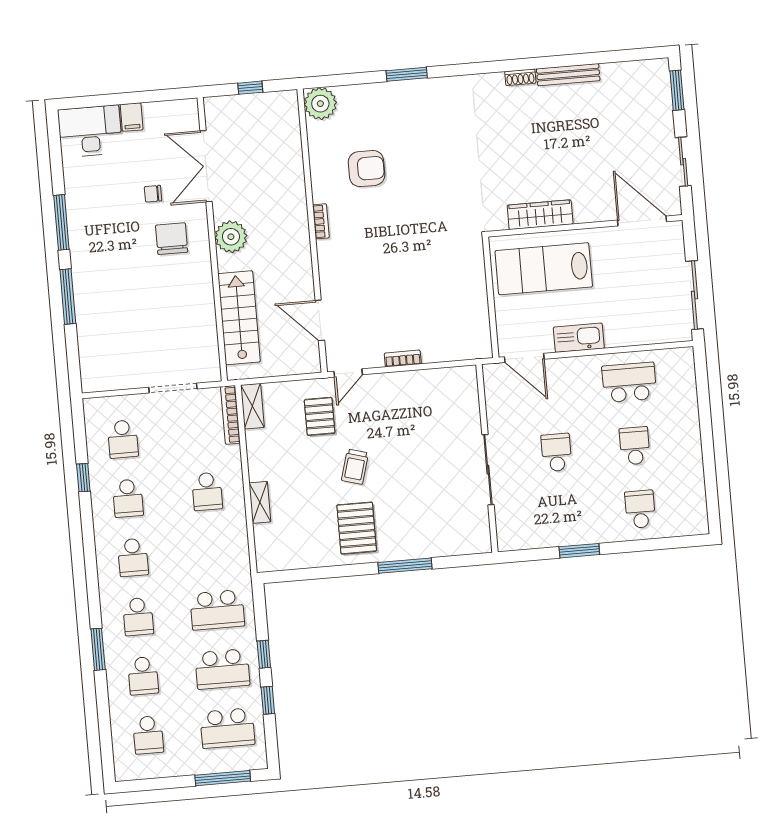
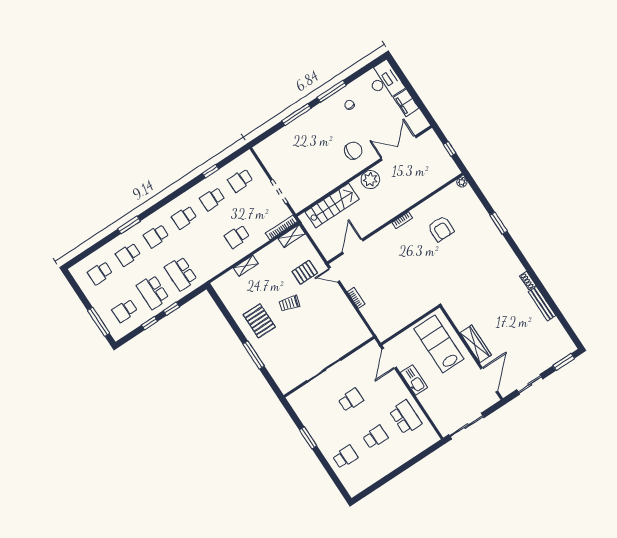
plant: (320, 104) -> (462, 182), width x0.53, depth x0.53
filing cabinet: (132, 117) -> (406, 103), width x2.00
chair: (153, 194) -> (350, 105), moved
wardrobe: (540, 215) -> (476, 344), moved
pallet: (357, 528) -> (259, 321), turned 90
school desk: (227, 728) -> (125, 311), width x0.54

